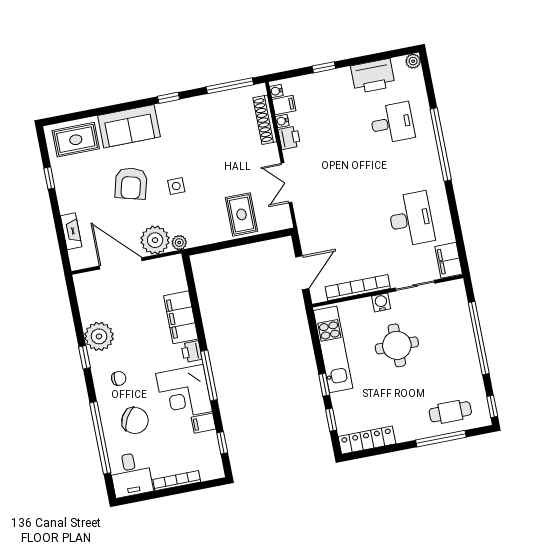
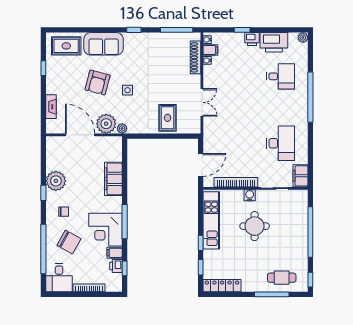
printer: (289, 138) -> (252, 39), moved, turned 90
double door: (286, 183) -> (202, 102), swing flipped
printer: (192, 352) -> (116, 266), moved

